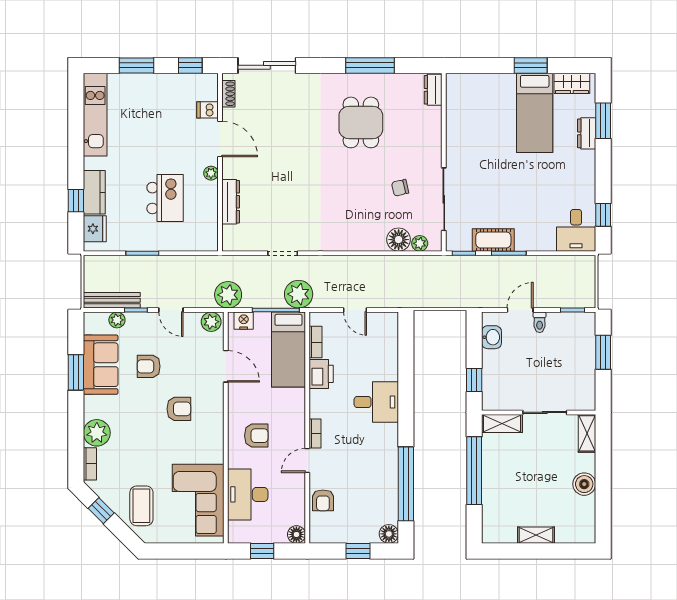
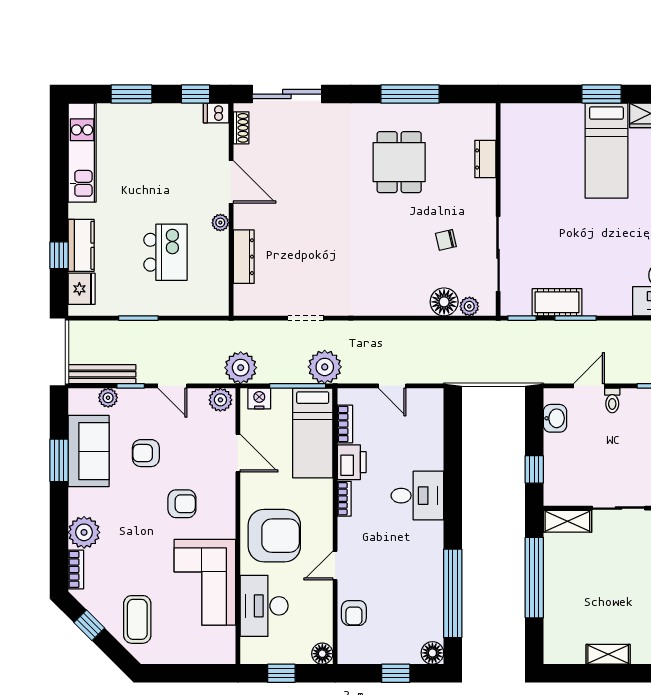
dresser: (433, 90) -> (485, 159), moved
dishwasher: (207, 110) -> (216, 113), moved
bookcase: (315, 433) -> (344, 499), moved
armchair: (256, 436) -> (274, 536), width x1.88, depth x1.88
corner sofa: (198, 500) -> (205, 582), moved

